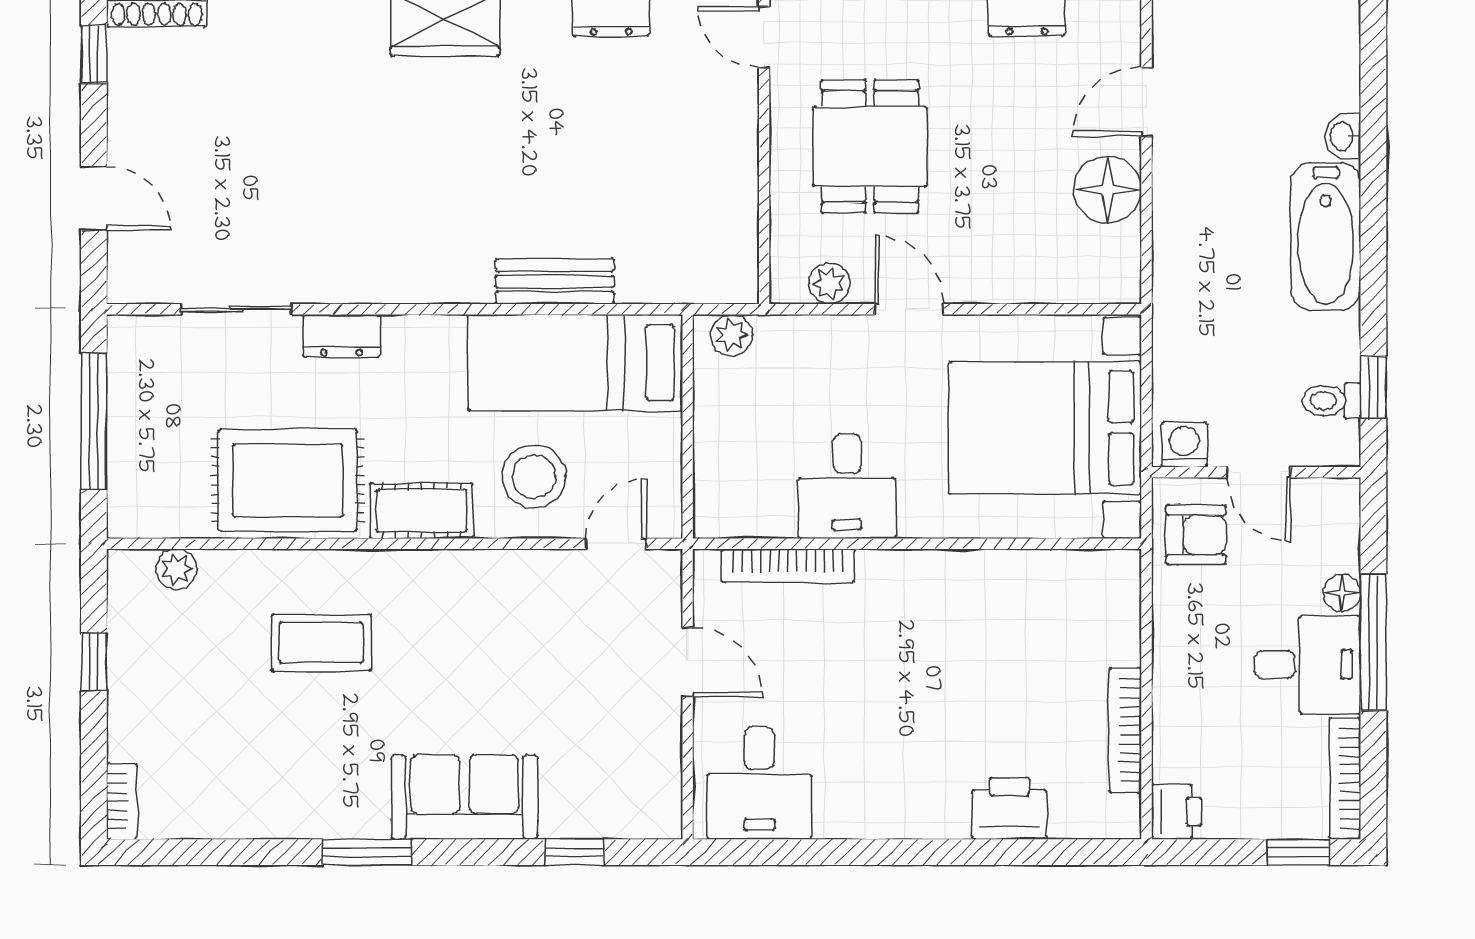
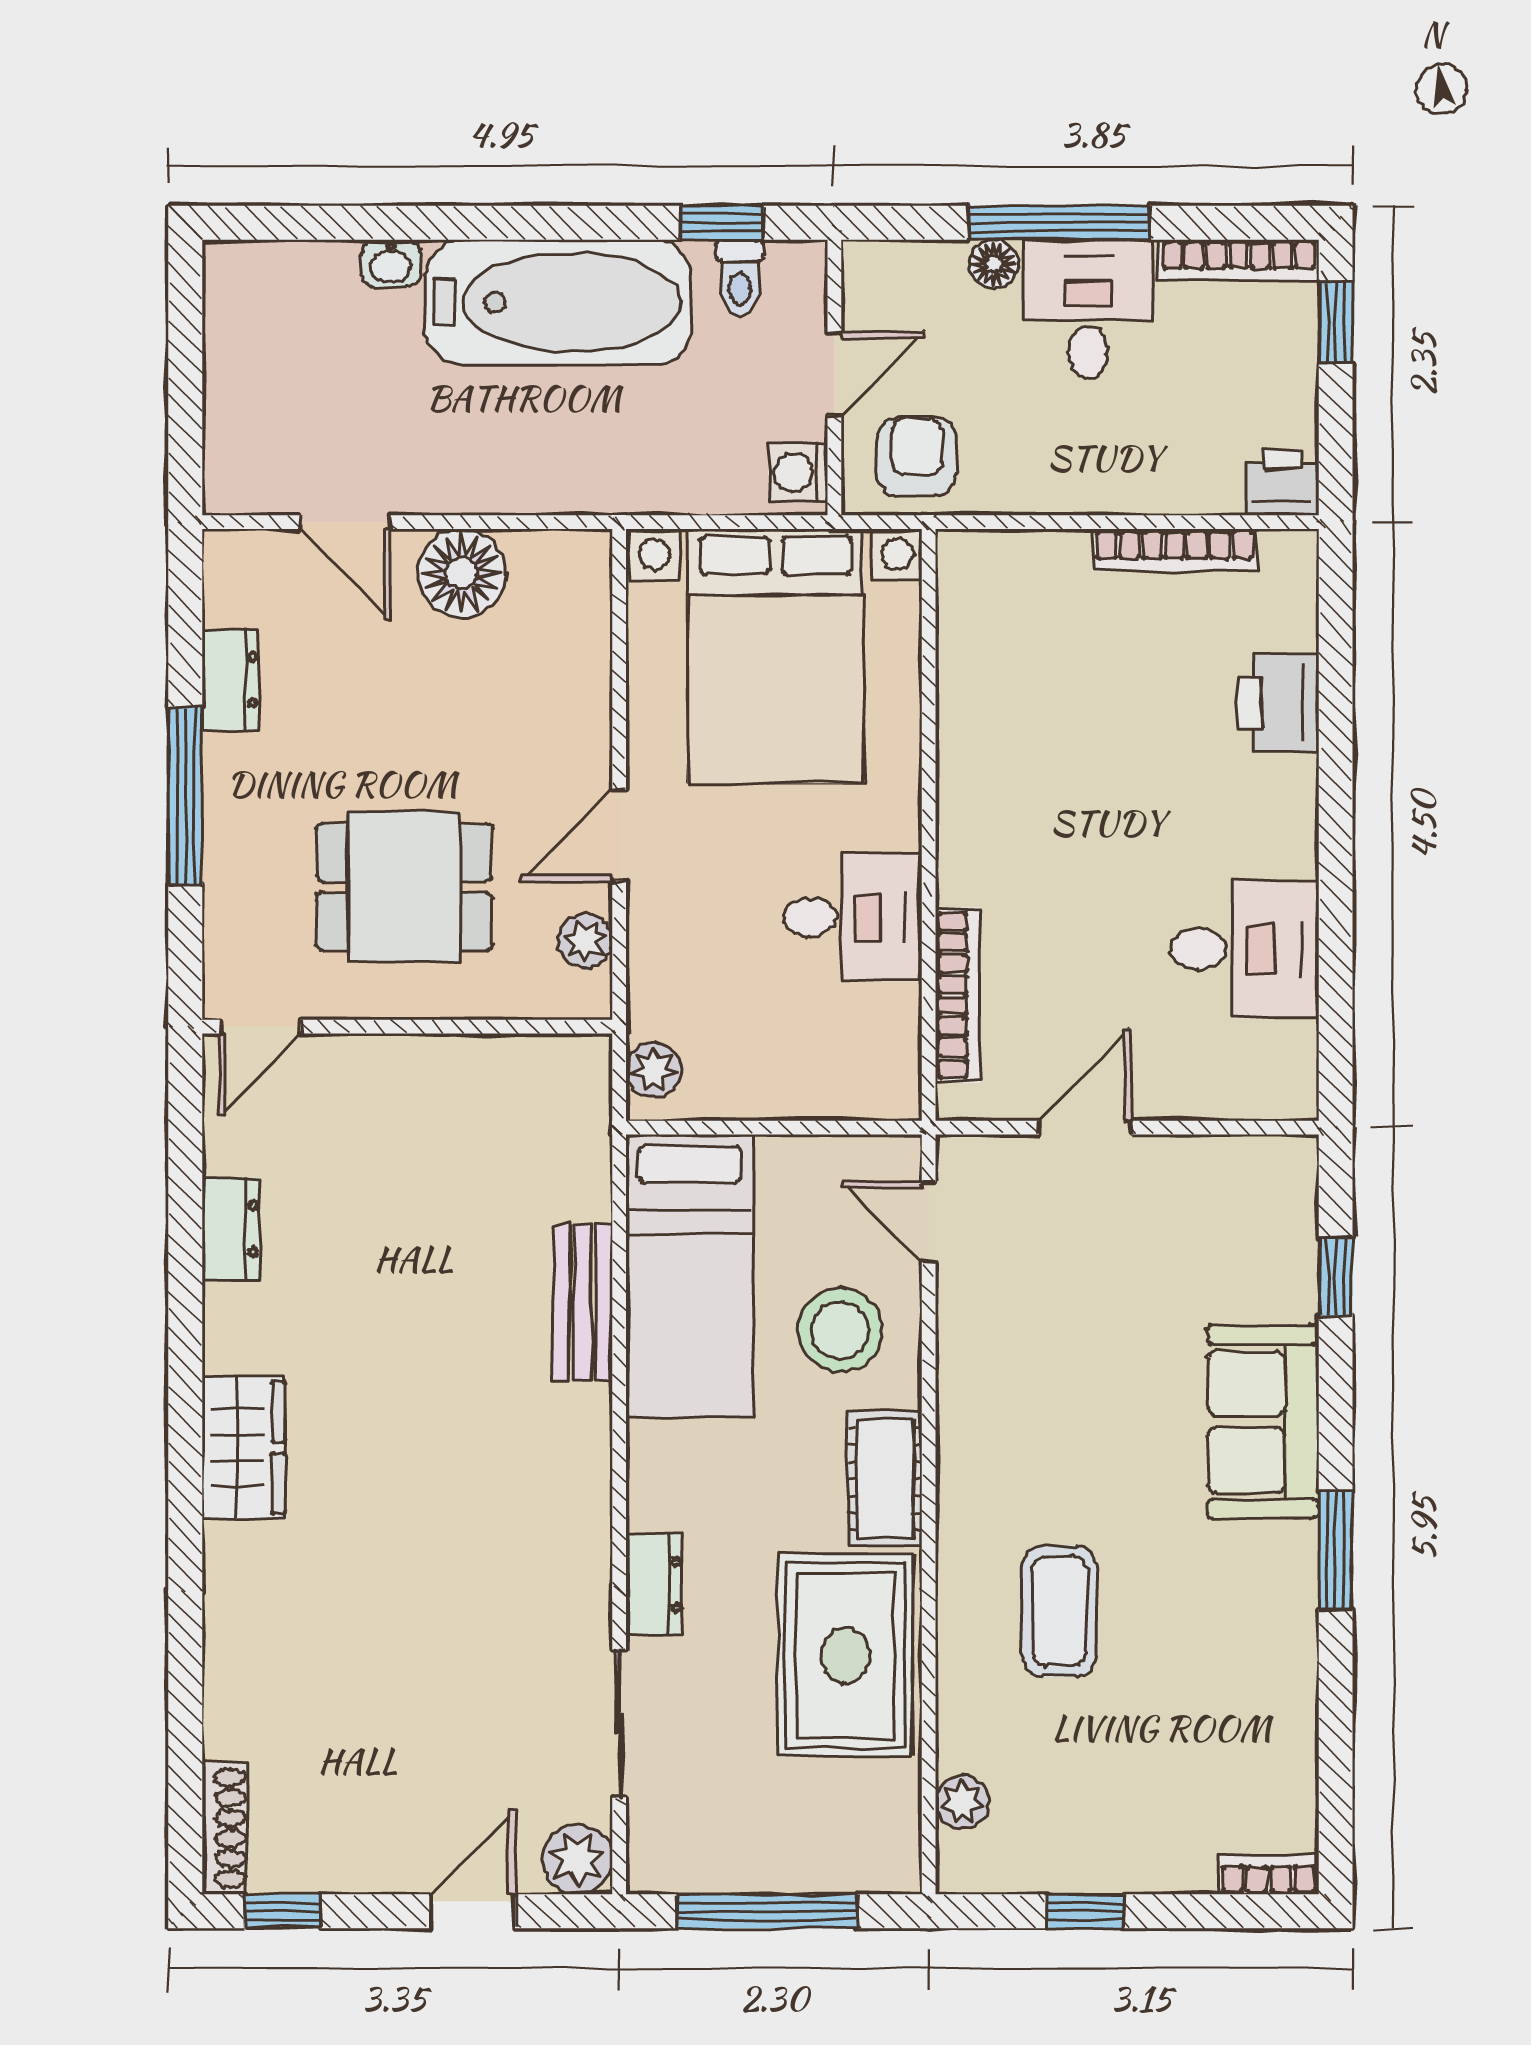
bathtub: (1326, 236) -> (559, 302), width x1.36, depth x1.36
plant: (133, 277) -> (577, 1859), added
desk: (759, 783) -> (1245, 949), moved

